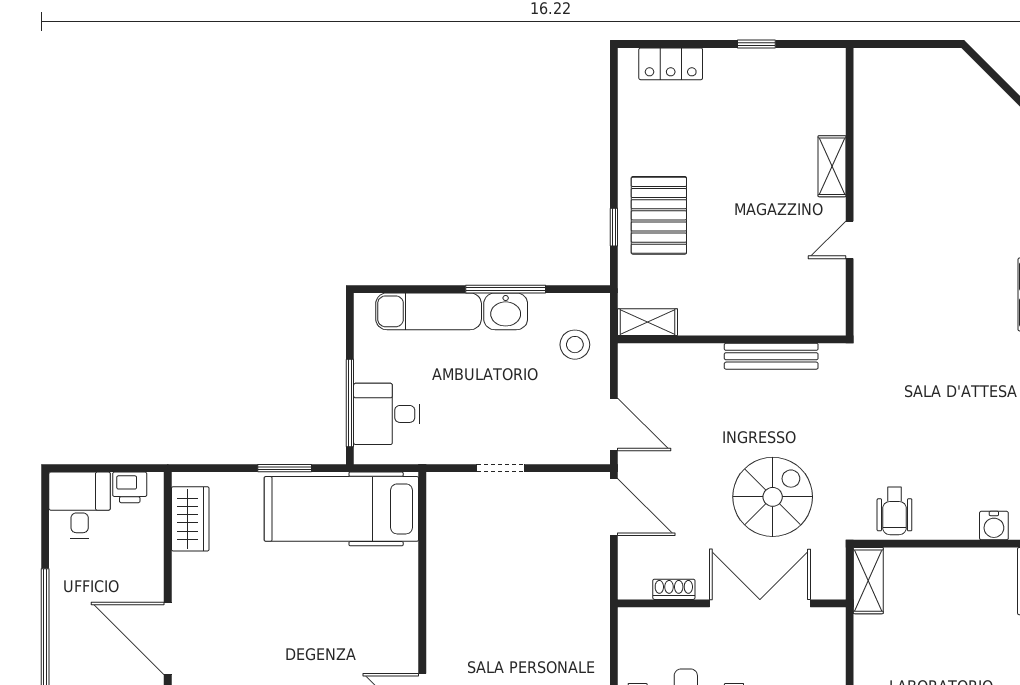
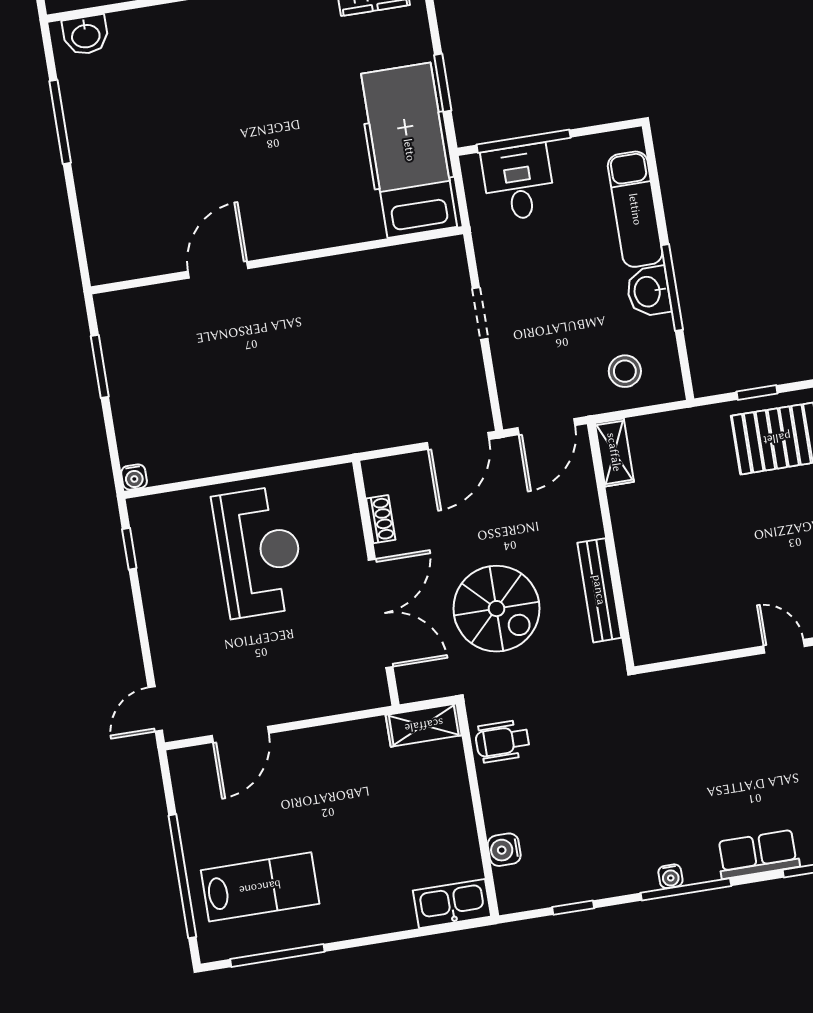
shelving: (648, 322) -> (614, 452), moved
wall: (732, 339) -> (611, 545), moved
bench: (771, 356) -> (599, 590), moved

